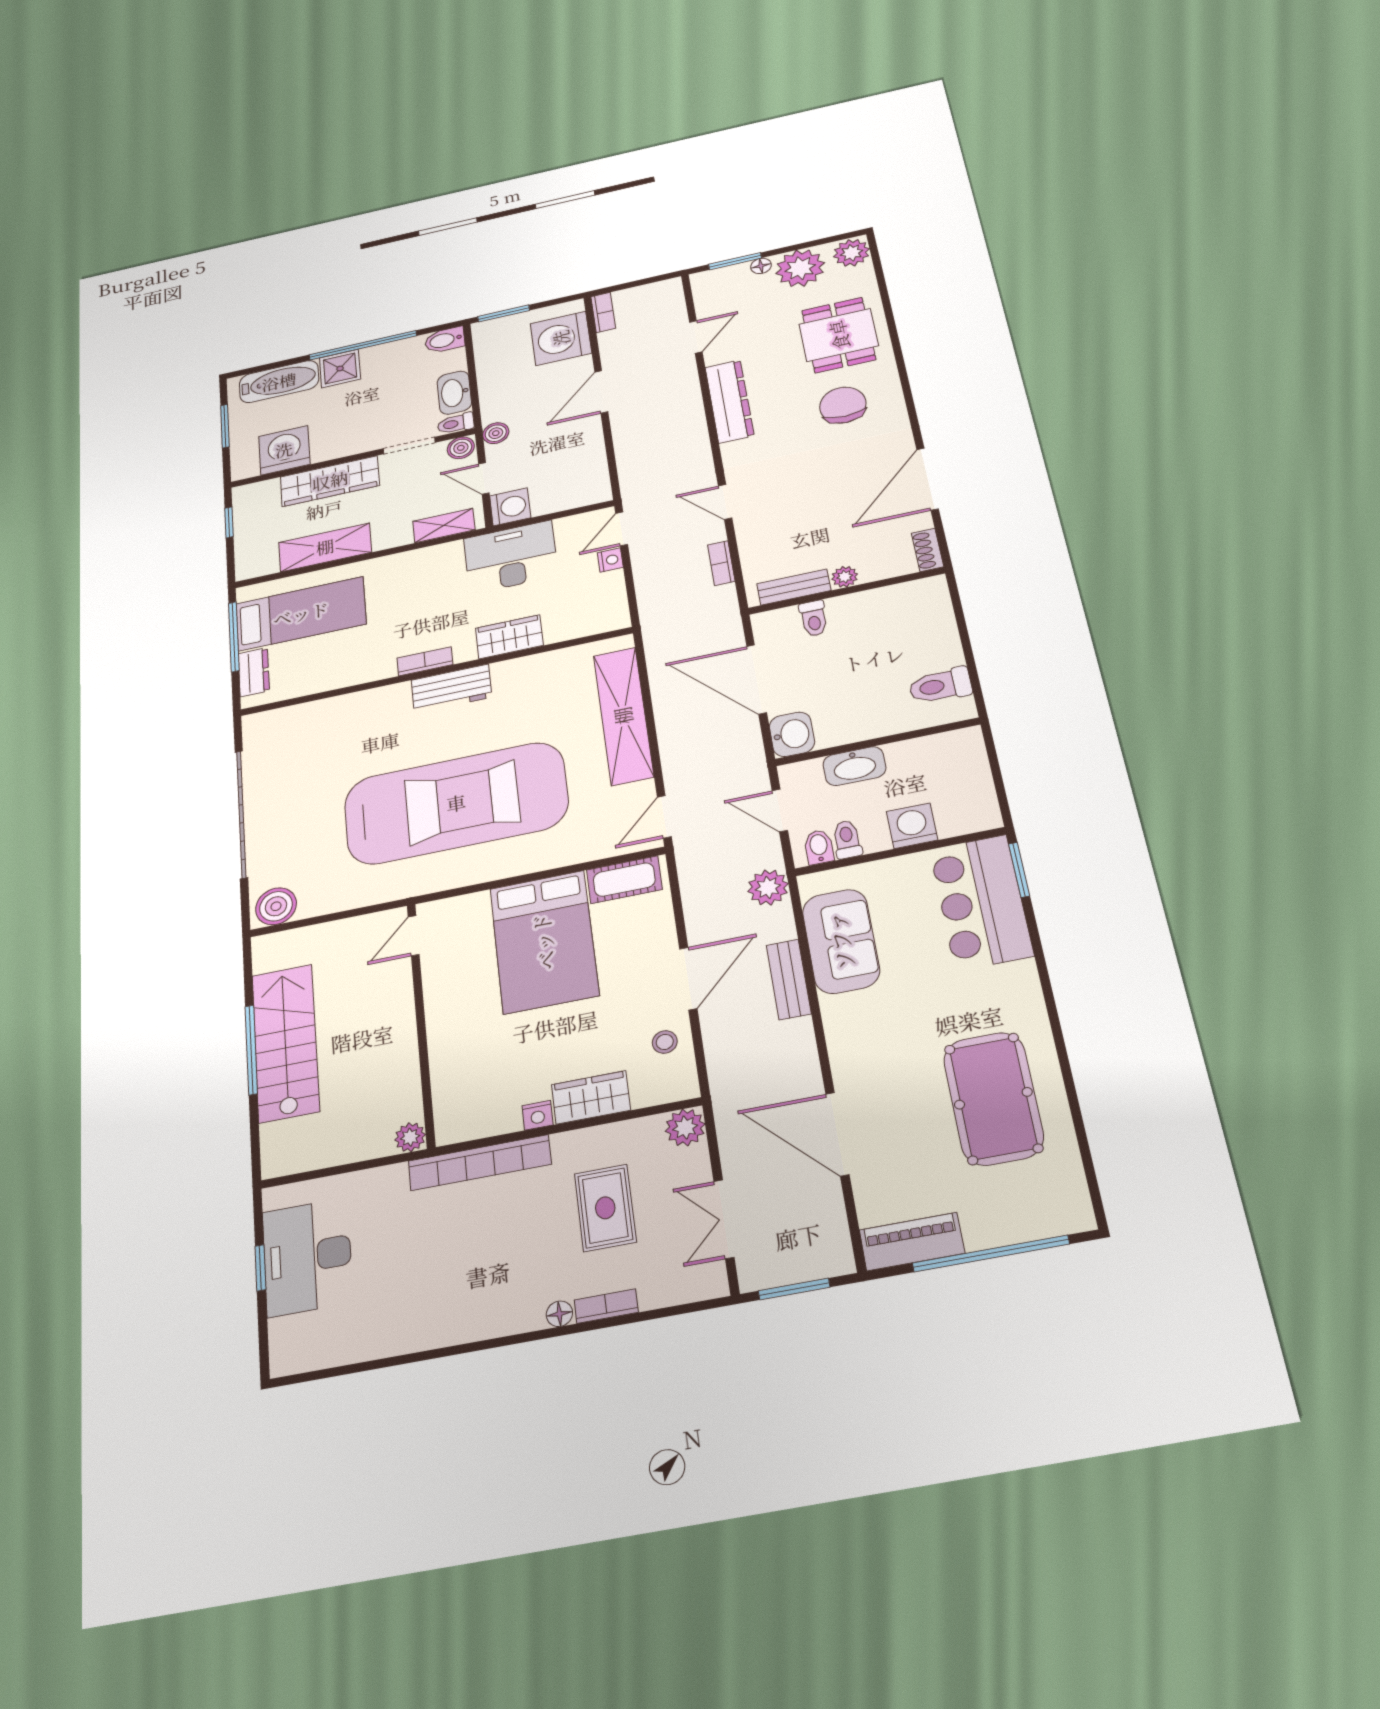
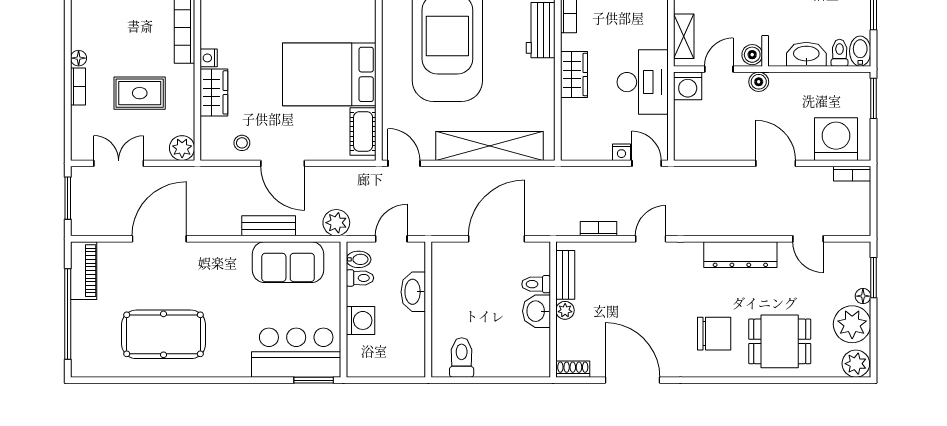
toilet: (456, 423) -> (840, 53), moved
washbasin: (792, 734) -> (536, 311), moved, turned 90

